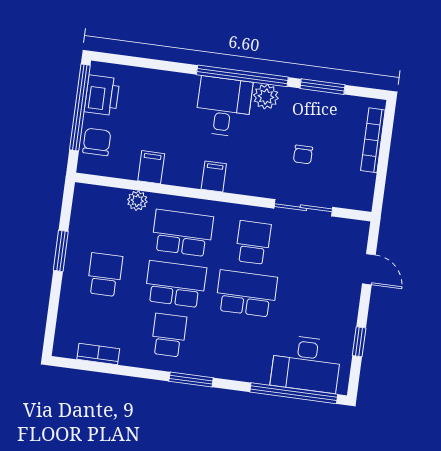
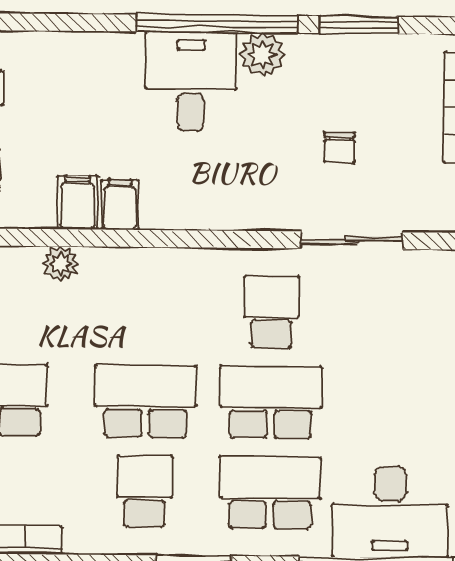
filing cabinet: (214, 177) -> (120, 205), moved
school desk: (182, 233) -> (270, 493), moved

